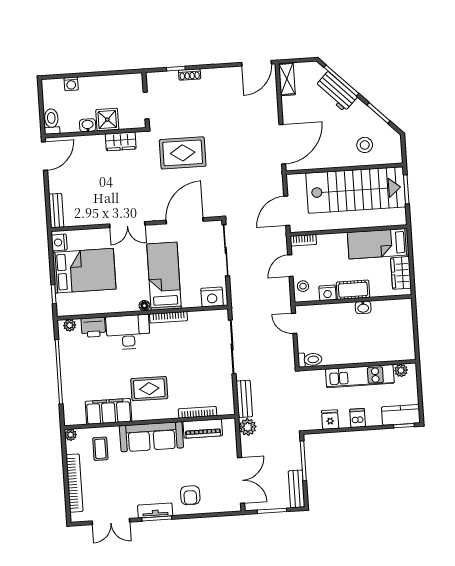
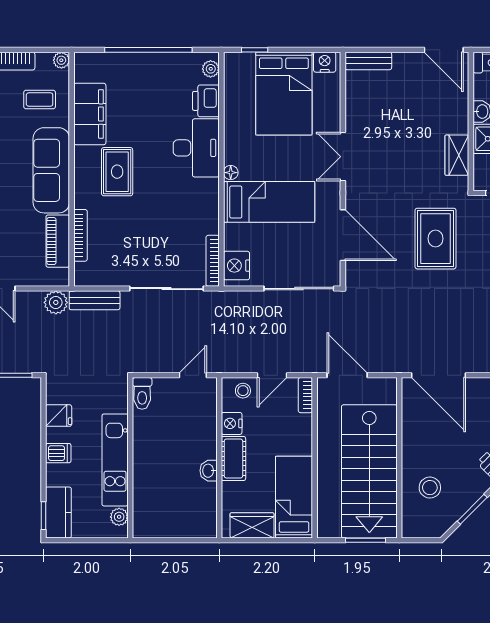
door: (290, 266) -> (272, 375), swing flipped
bookcase: (169, 317) -> (213, 261), moved

